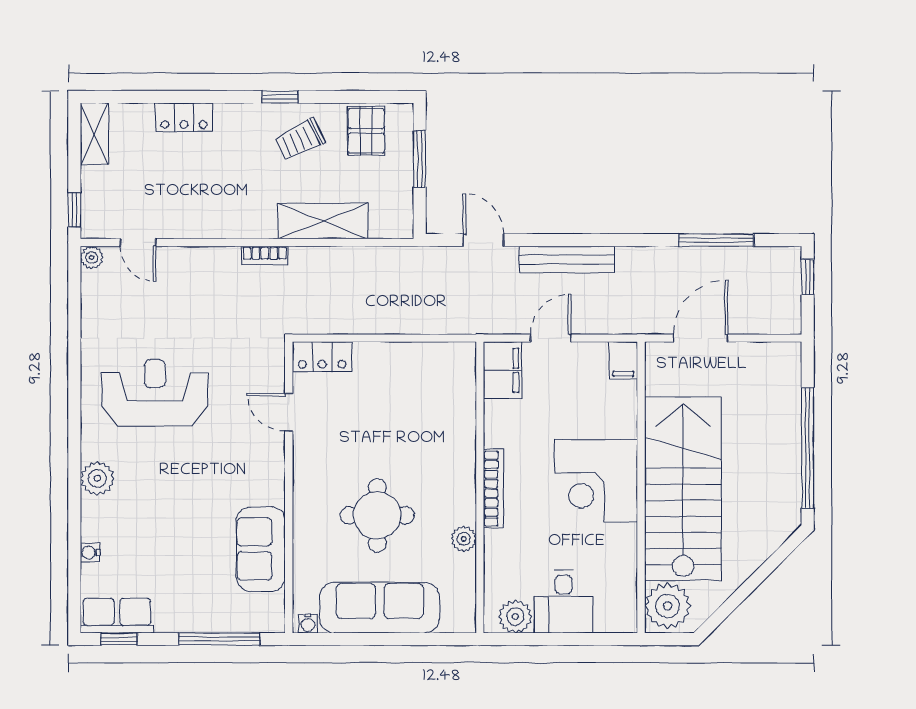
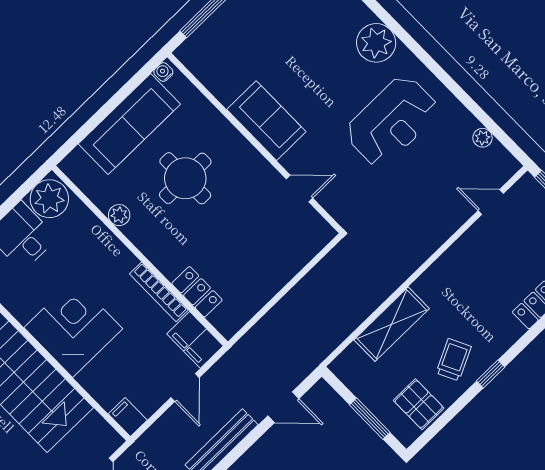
bookcase: (265, 255) -> (406, 269), removed
plant: (92, 258) -> (483, 138), moved
locker: (322, 357) -> (197, 292), moved, turned 90
plant: (97, 478) -> (376, 43), width x1.36, depth x1.36
bookcase: (494, 488) -> (159, 292), moved
sofa: (261, 549) -> (266, 121), moved
plant: (515, 616) -> (49, 199), width x1.36, depth x1.36

